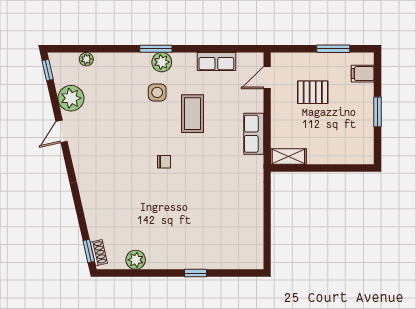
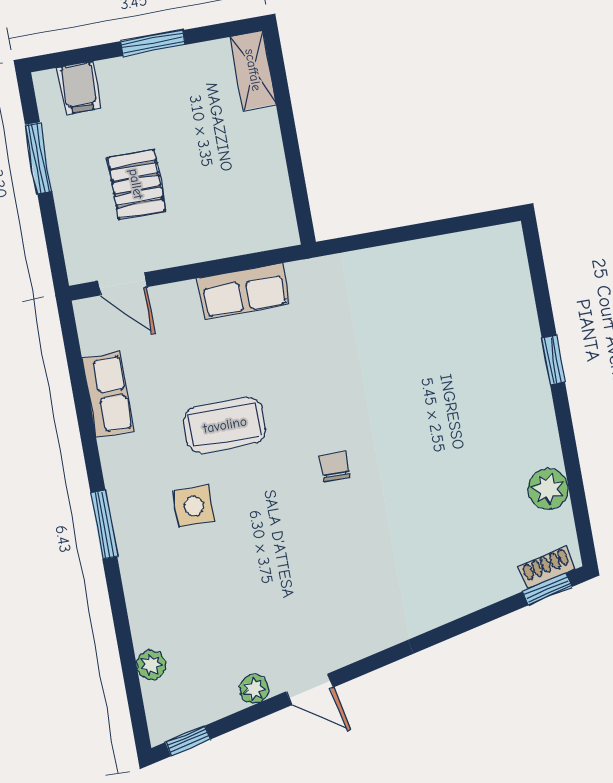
plant: (162, 62) -> (129, 508), removed
plant: (71, 98) -> (254, 689), width x0.53, depth x0.53
shelving: (288, 156) -> (253, 70), moved

